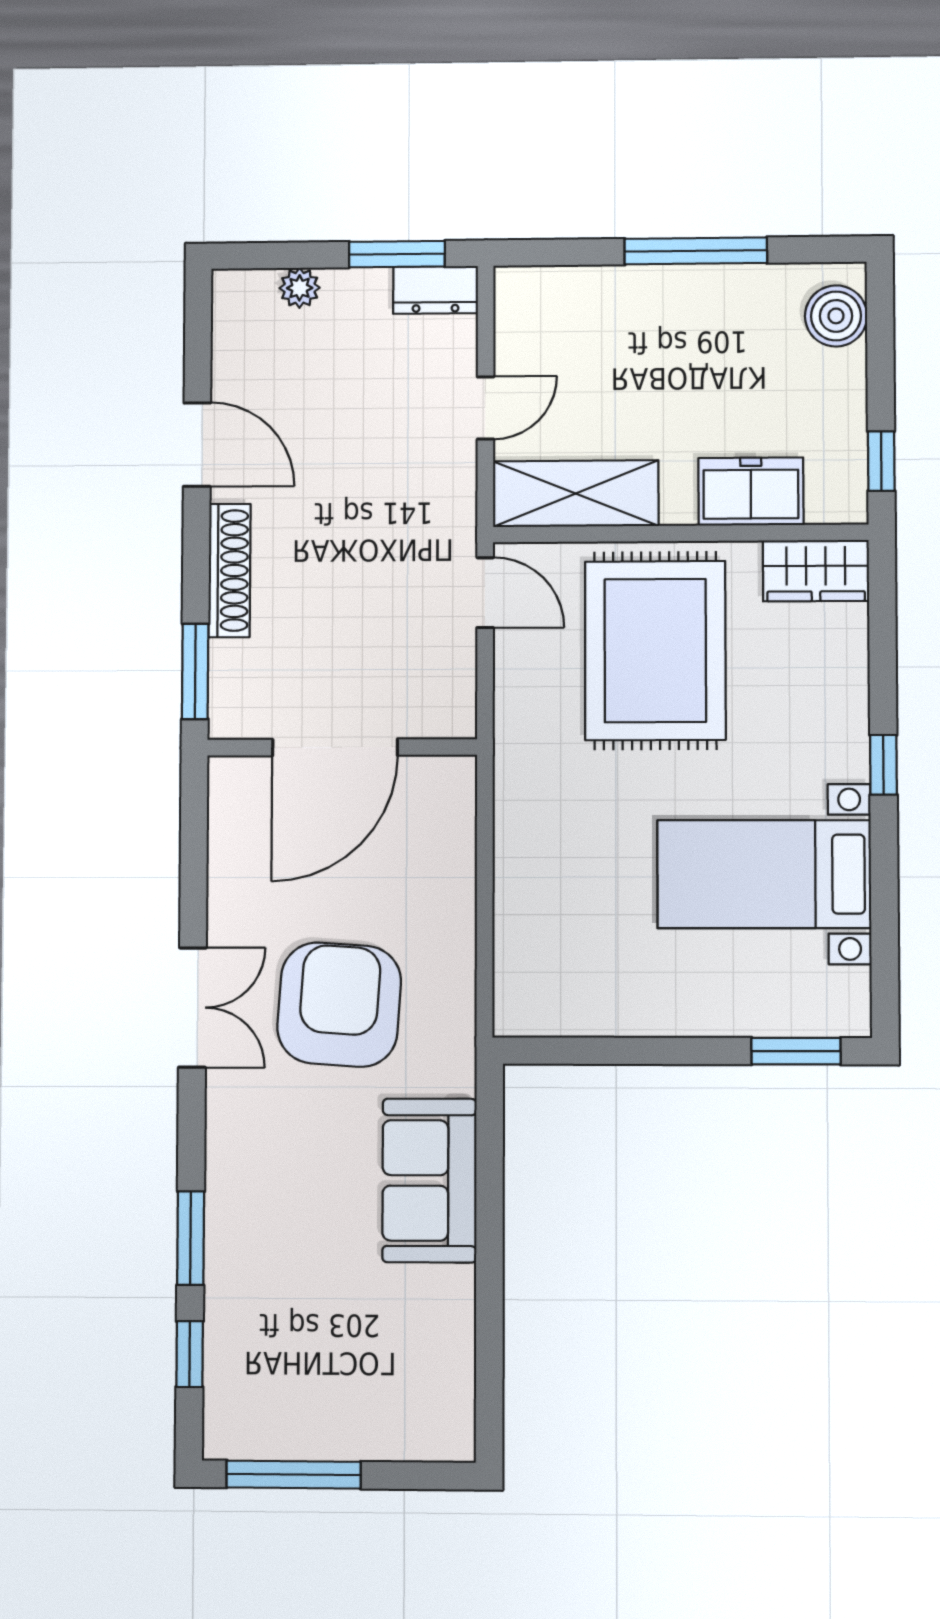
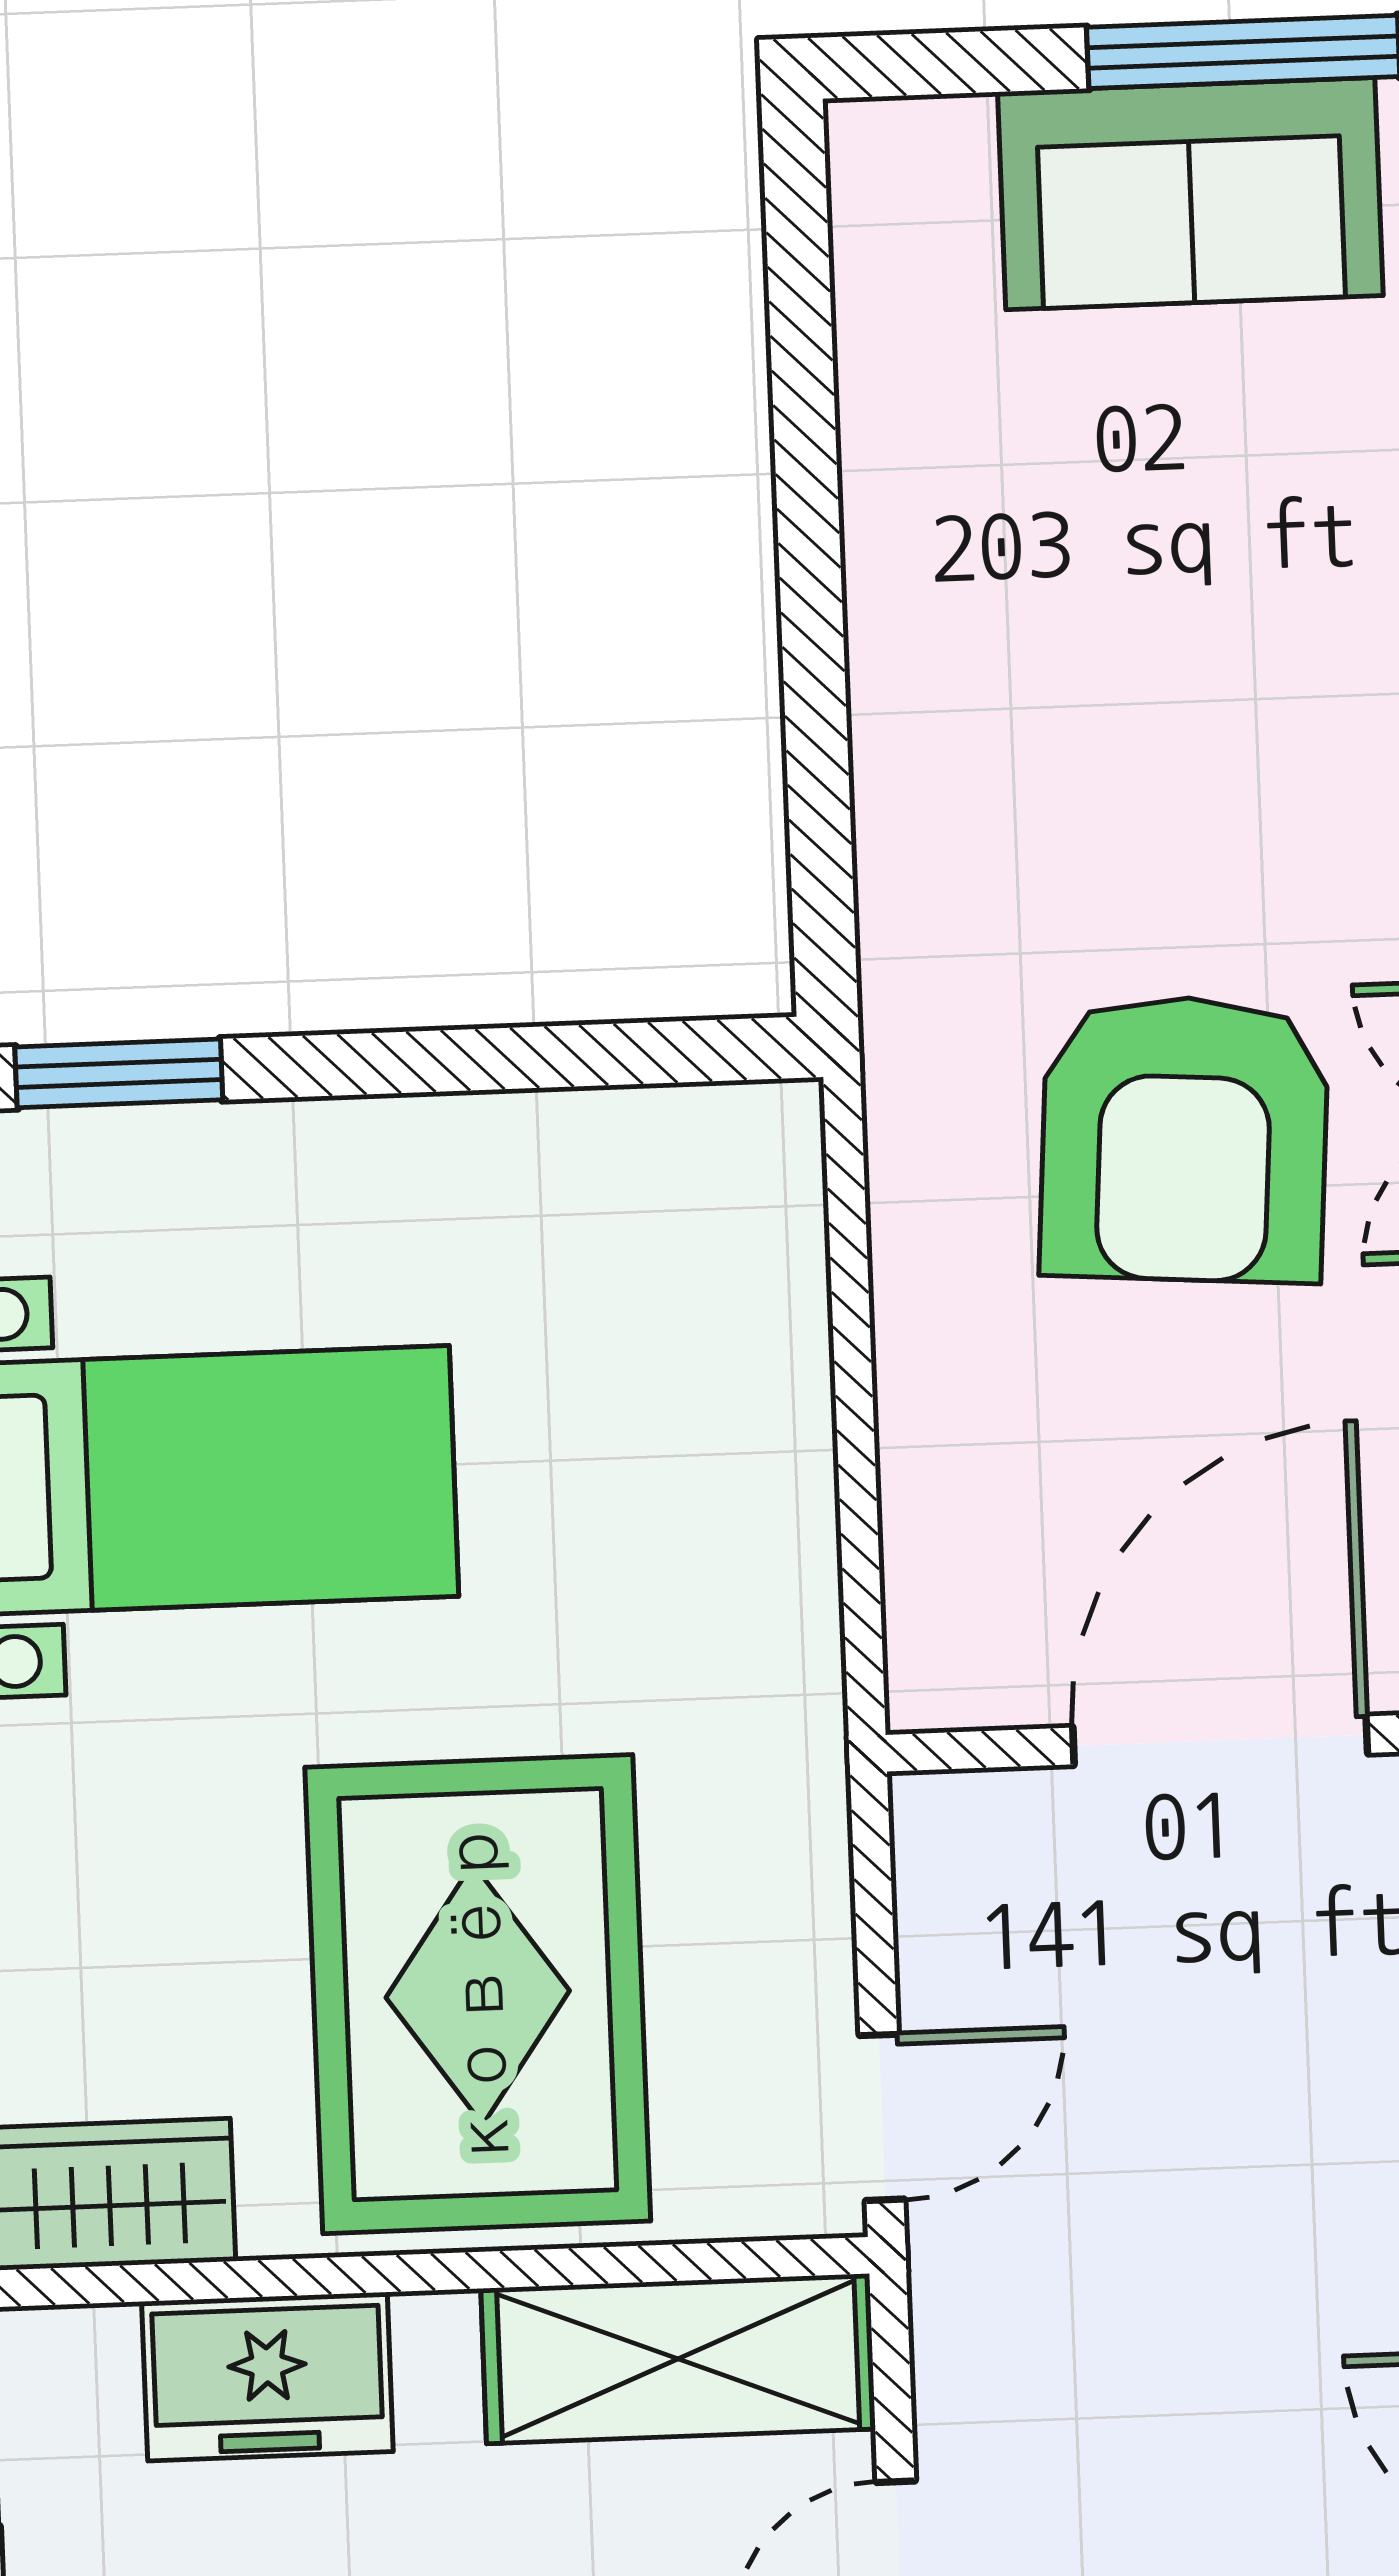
door: (485, 593) -> (882, 2117), swing flipped
sofa: (429, 1180) -> (1190, 194), moved, turned 90

